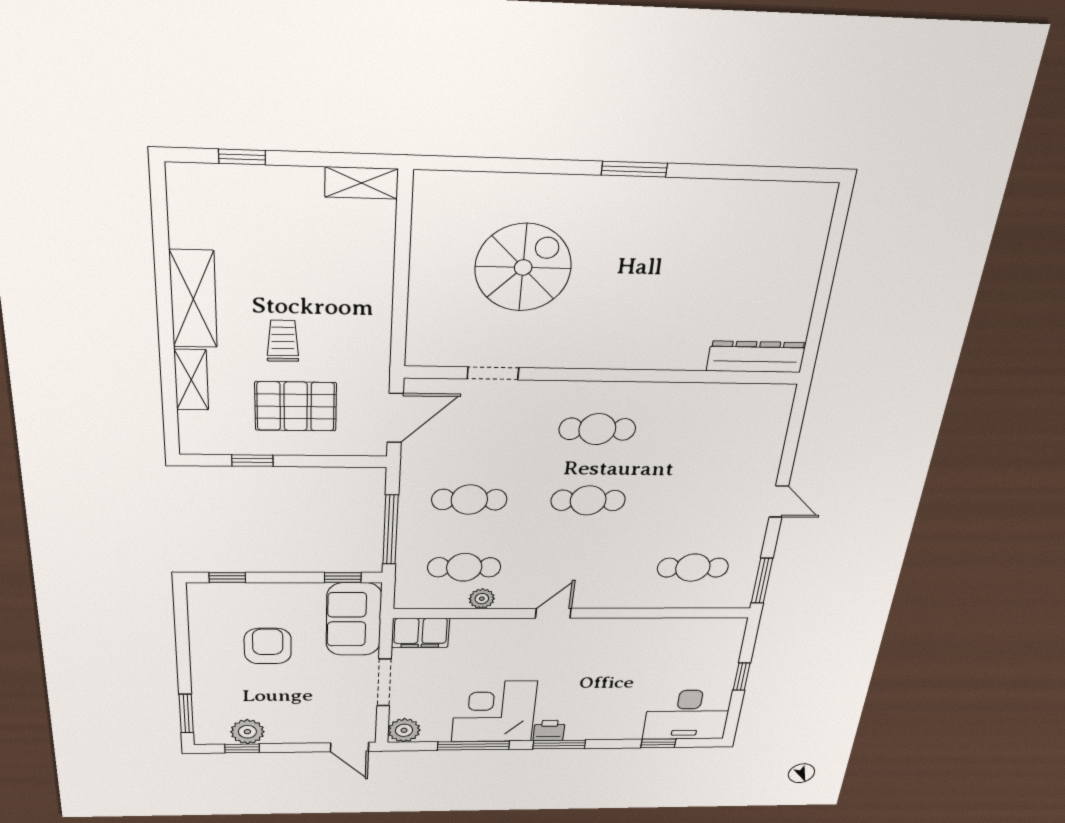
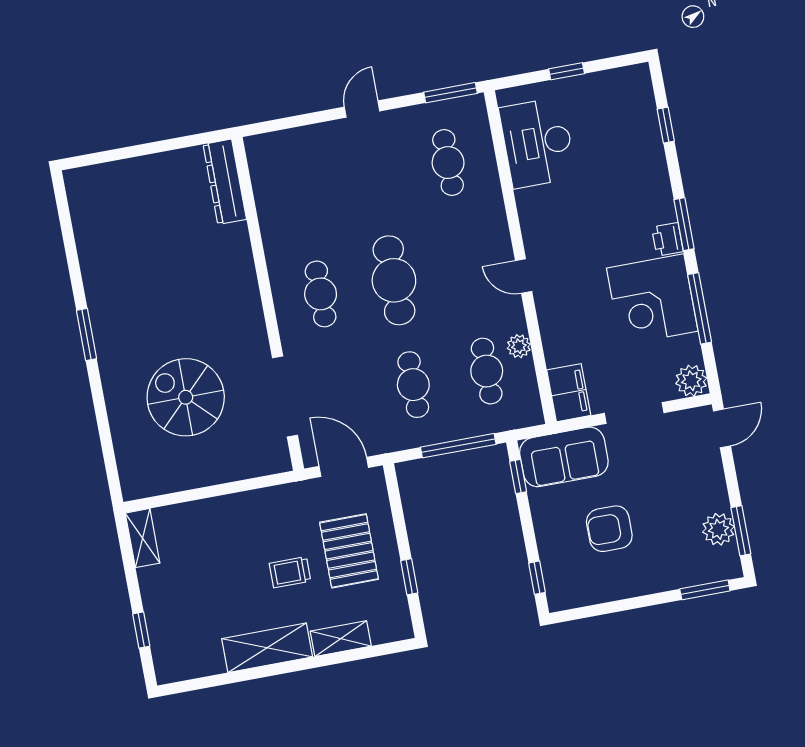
doorway: (493, 373) -> (285, 396), width x1.88
cafe table: (588, 500) -> (394, 280), width x1.37, depth x1.35
desk: (687, 715) -> (538, 143), moved, turned 180
window: (242, 748) -> (741, 531), width x1.50

